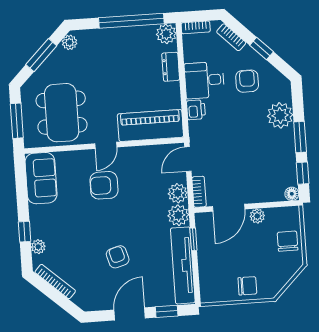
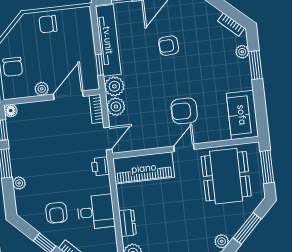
printer: (196, 110) -> (100, 166), moved
plant: (280, 115) -> (19, 183), width x0.53, depth x0.53
armchair: (104, 185) -> (184, 111), turned 180
window: (25, 232) -> (255, 65), width x1.50
armchair: (118, 257) -> (169, 46), turned 103
bookcase: (55, 282) -> (231, 25), width x0.64

